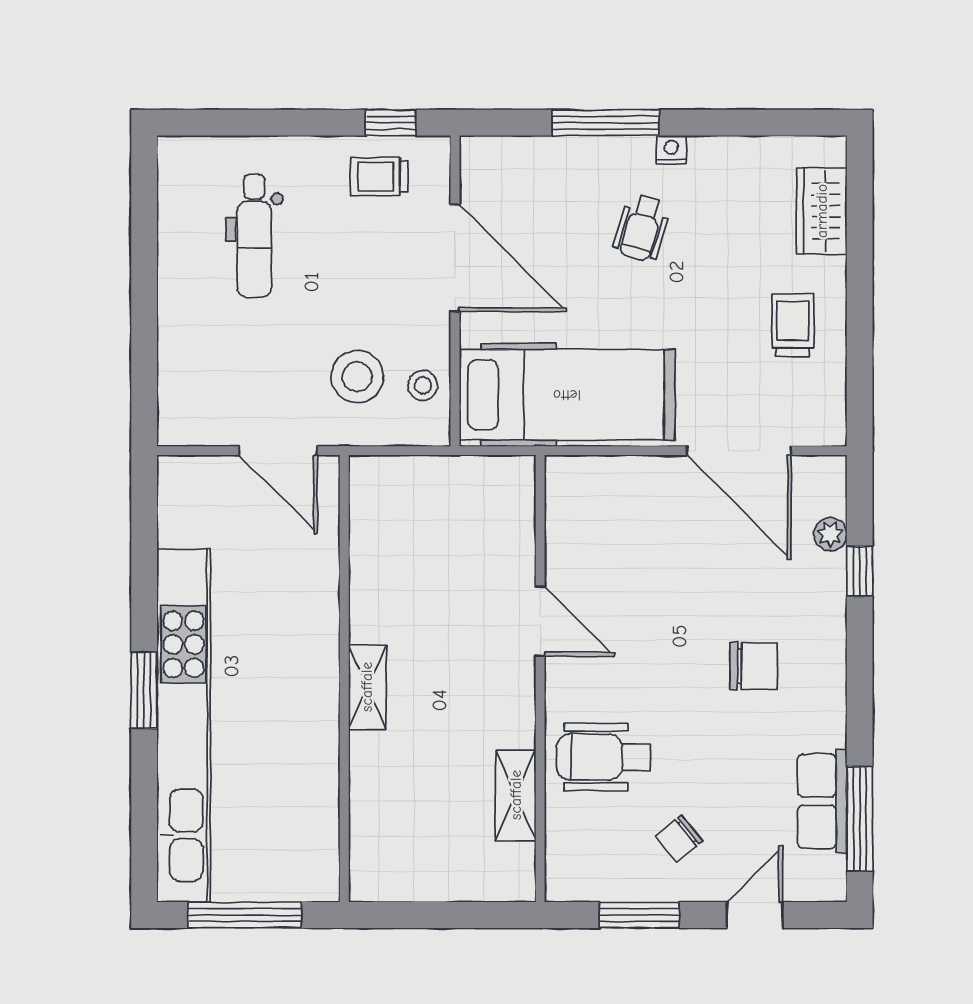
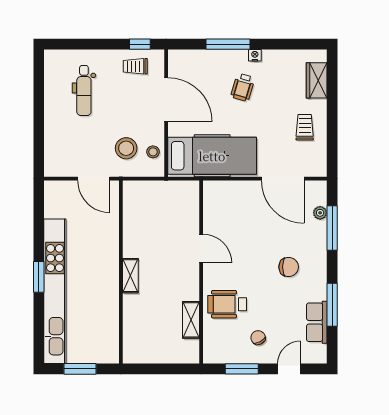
window: (860, 571) -> (332, 228), width x2.17
window: (860, 819) -> (332, 305), moved
chair: (679, 839) -> (258, 338), turned 102
window: (245, 915) -> (80, 369), width x0.69

